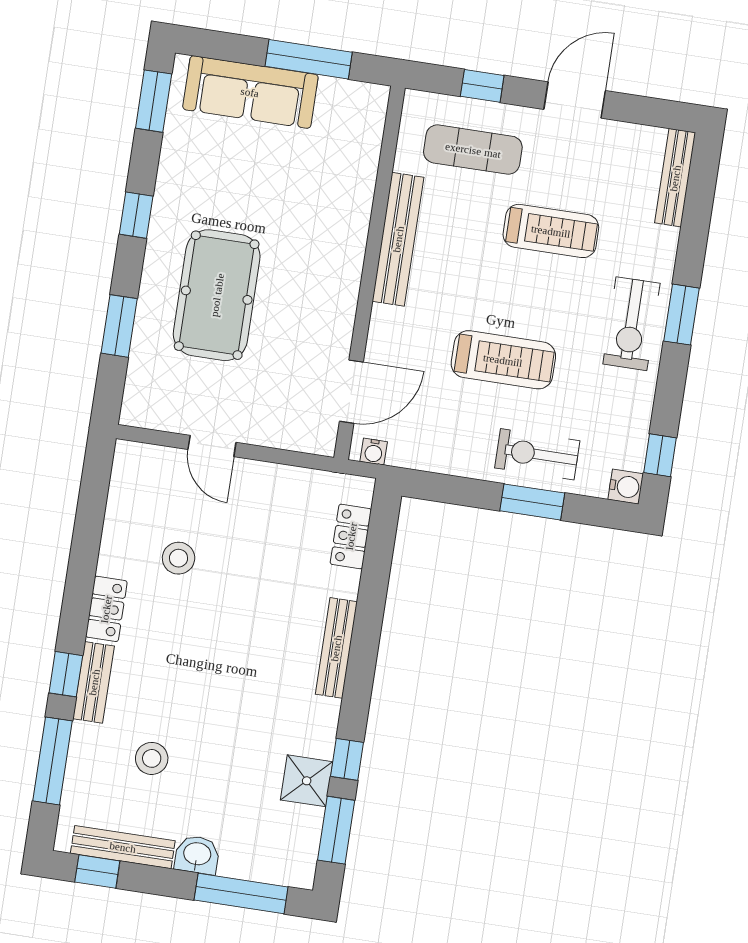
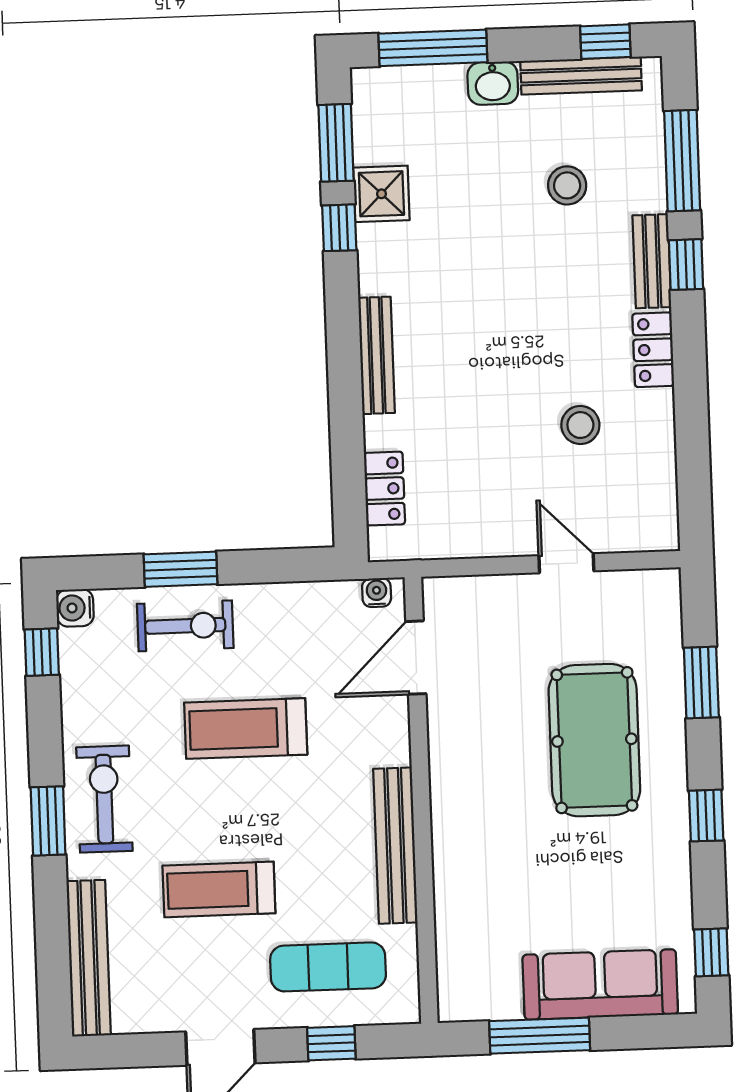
window: (154, 101) -> (711, 952), width x0.67
bench: (675, 178) -> (89, 958), width x1.37, depth x1.21

